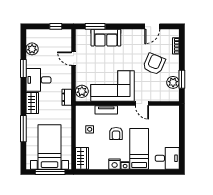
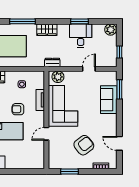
plant: (32, 49) -> (111, 30), moved
armchair: (154, 64) -> (84, 145), turned -61
desk: (38, 80) -> (81, 36), moved
plant: (173, 82) -> (66, 163), removed

